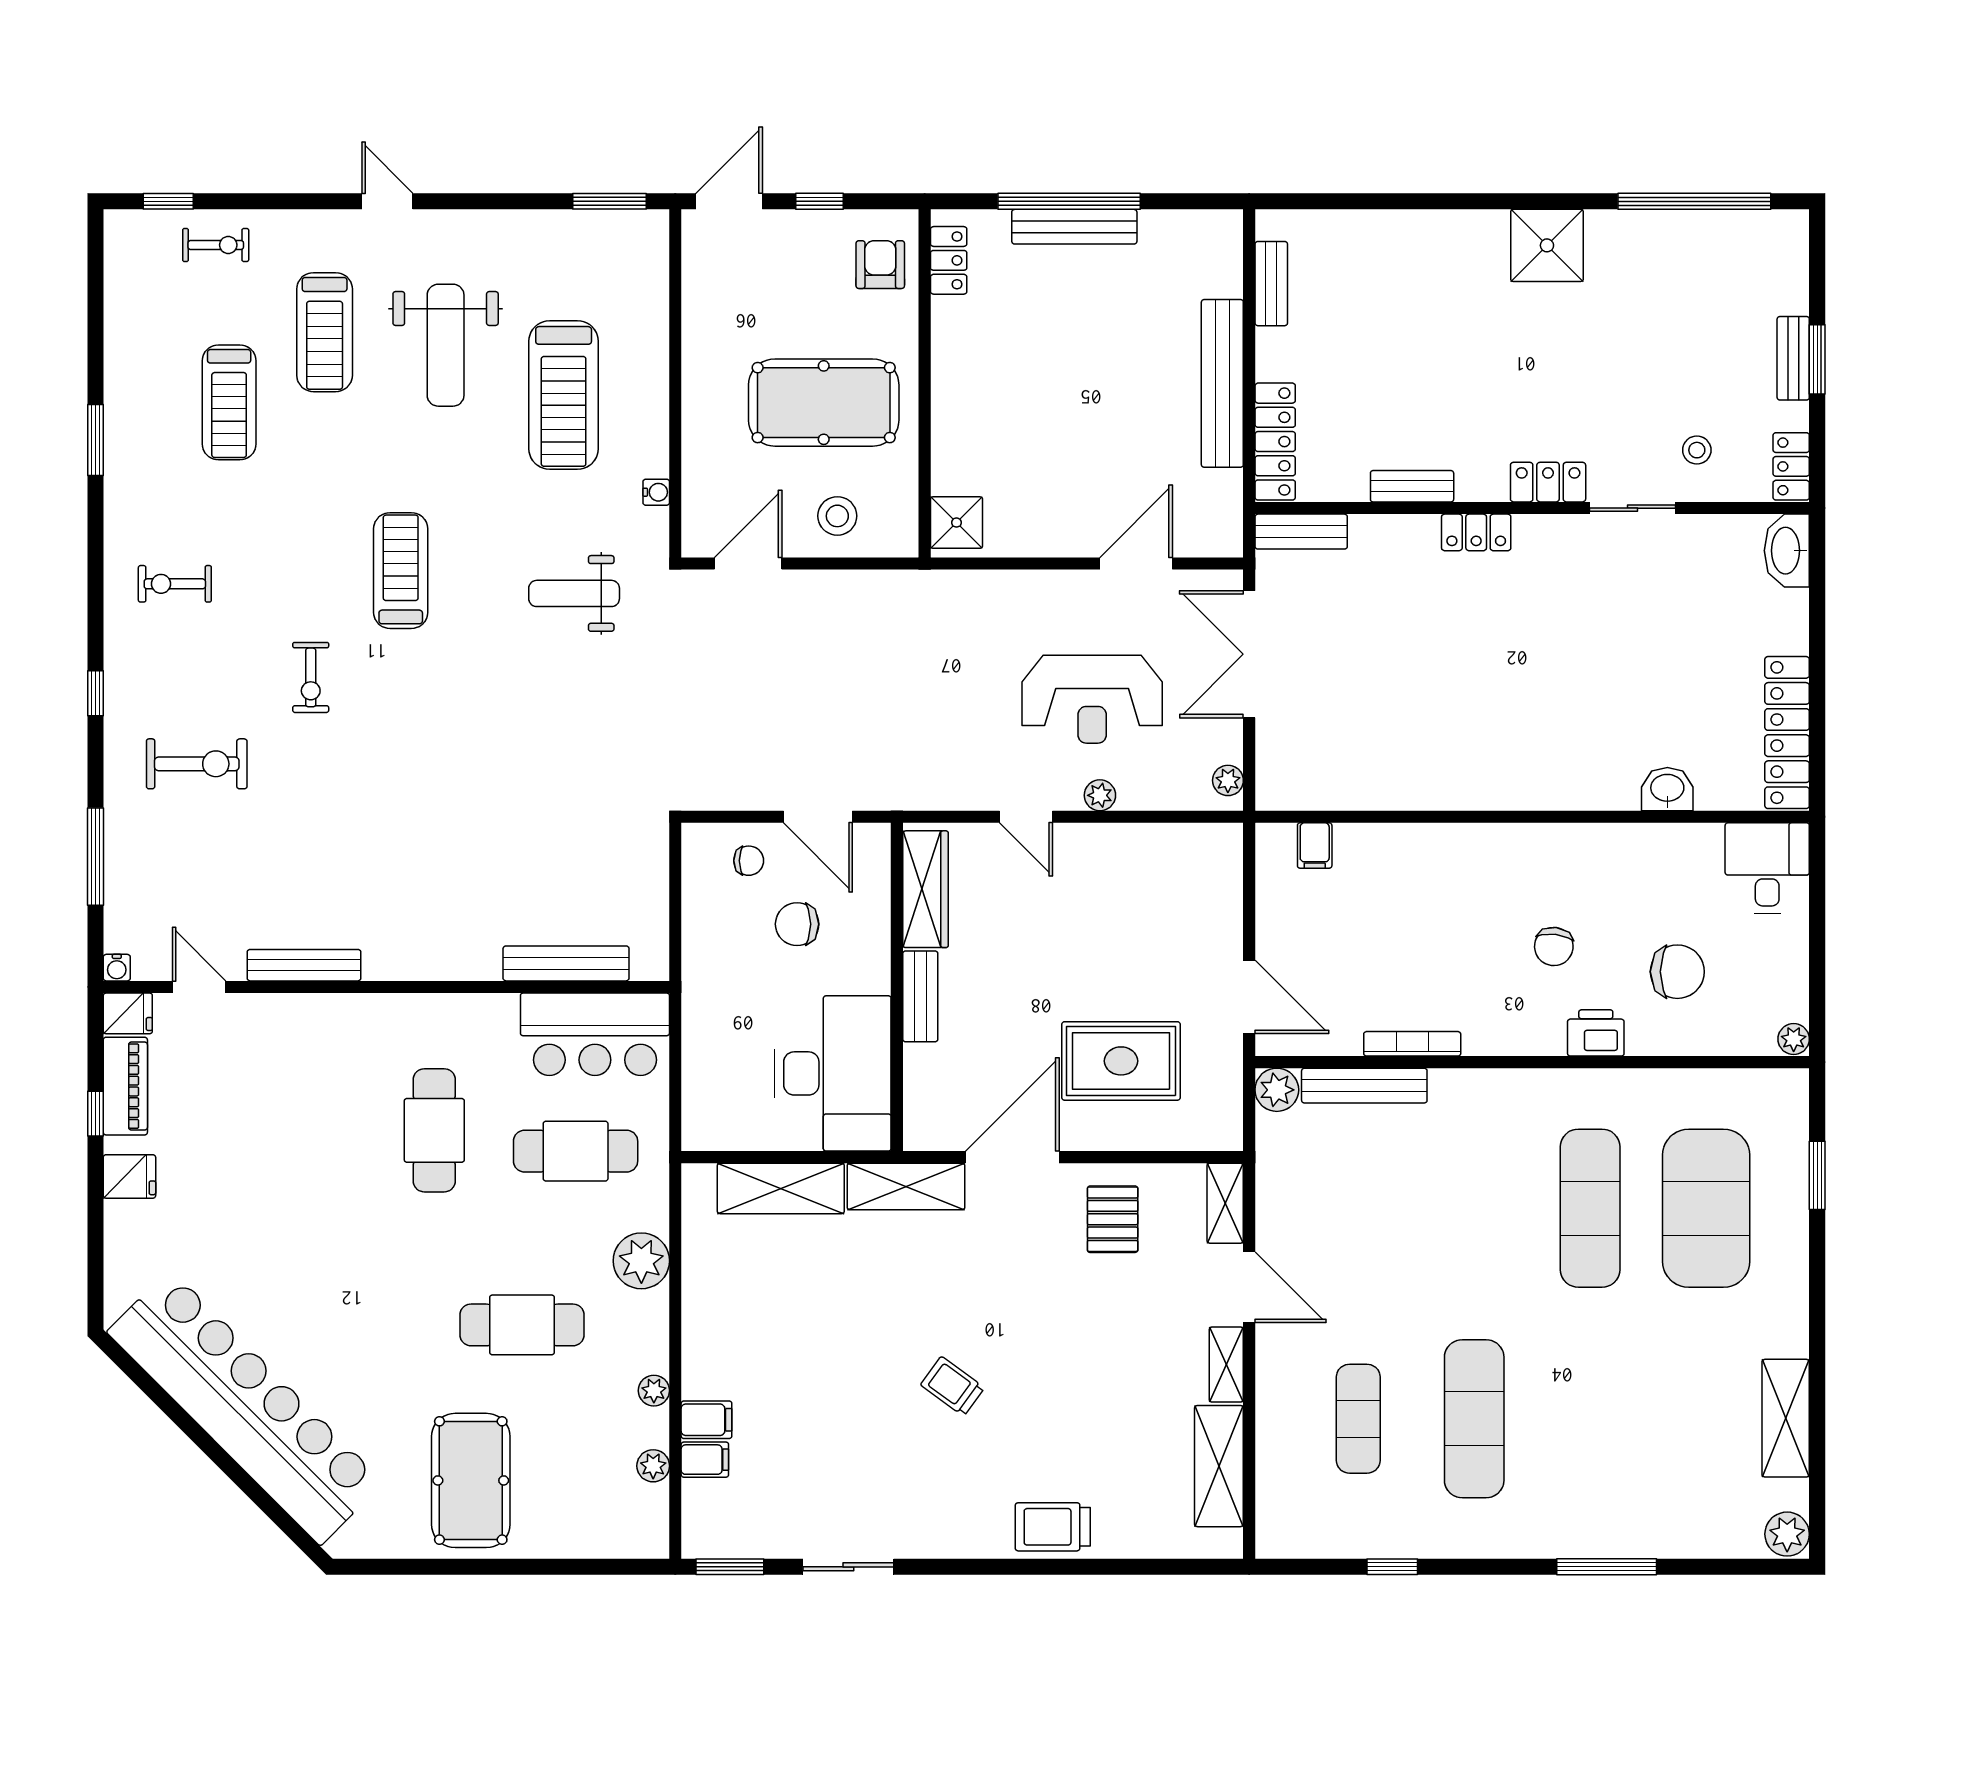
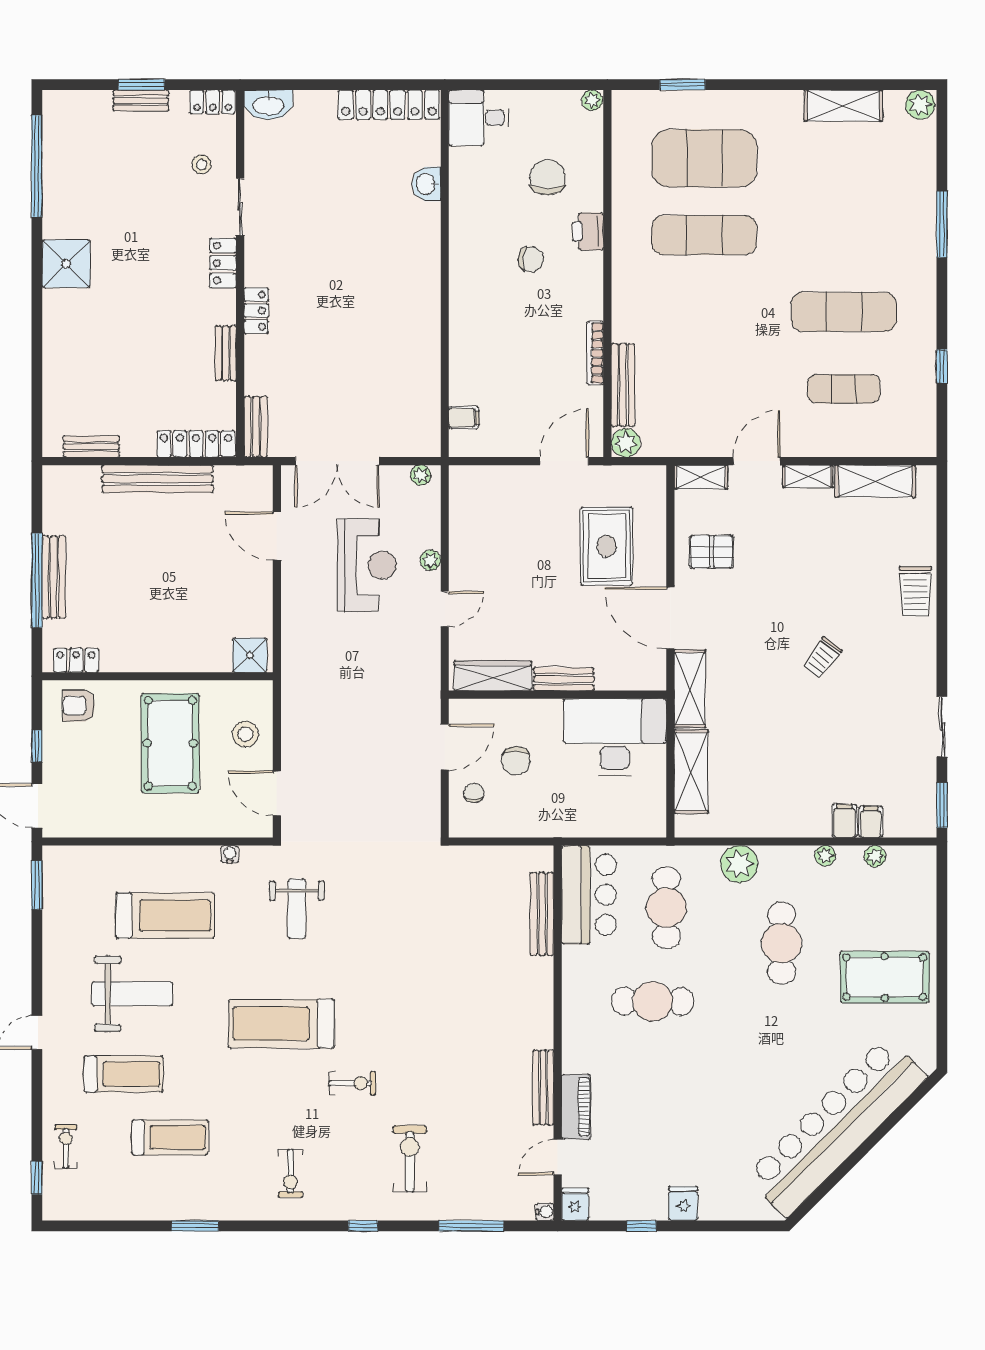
treadmill: (401, 571) -> (282, 1024), width x1.37, depth x1.38
piano: (125, 1086) -> (576, 1107), moved, turned 90

